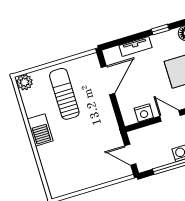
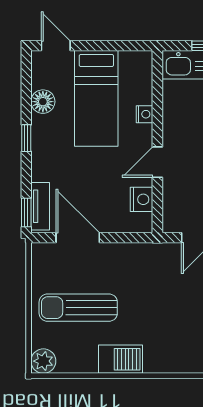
window: (114, 44) -> (26, 213), added
tv unit: (136, 46) -> (40, 206), moved

